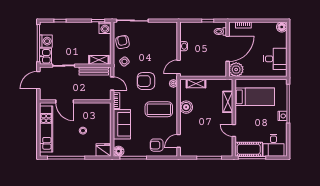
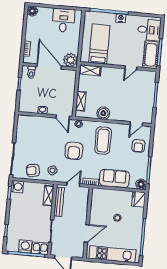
shelving: (228, 102) -> (90, 70), moved
door: (179, 141) -> (136, 124), hinge flipped

